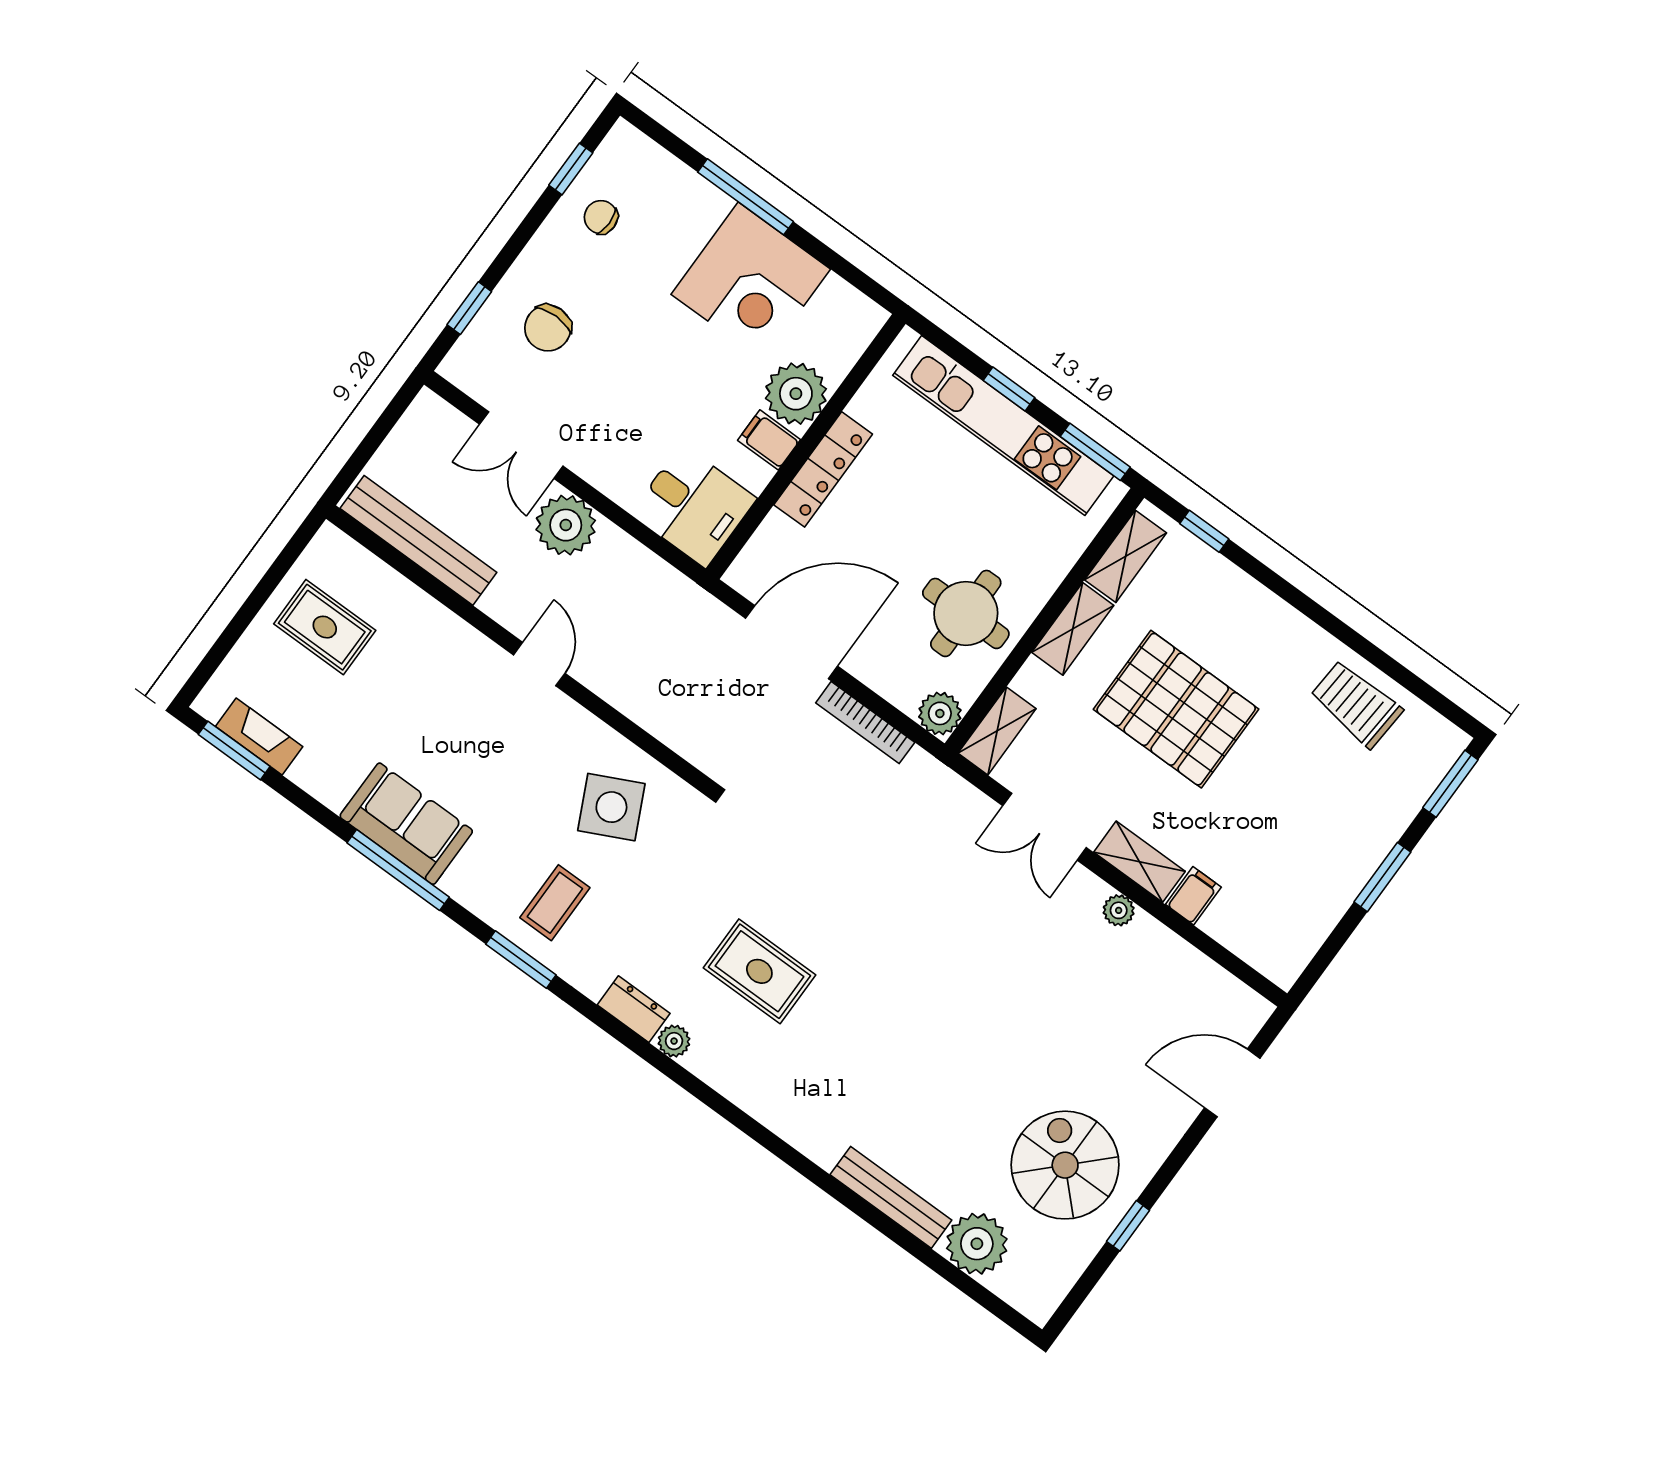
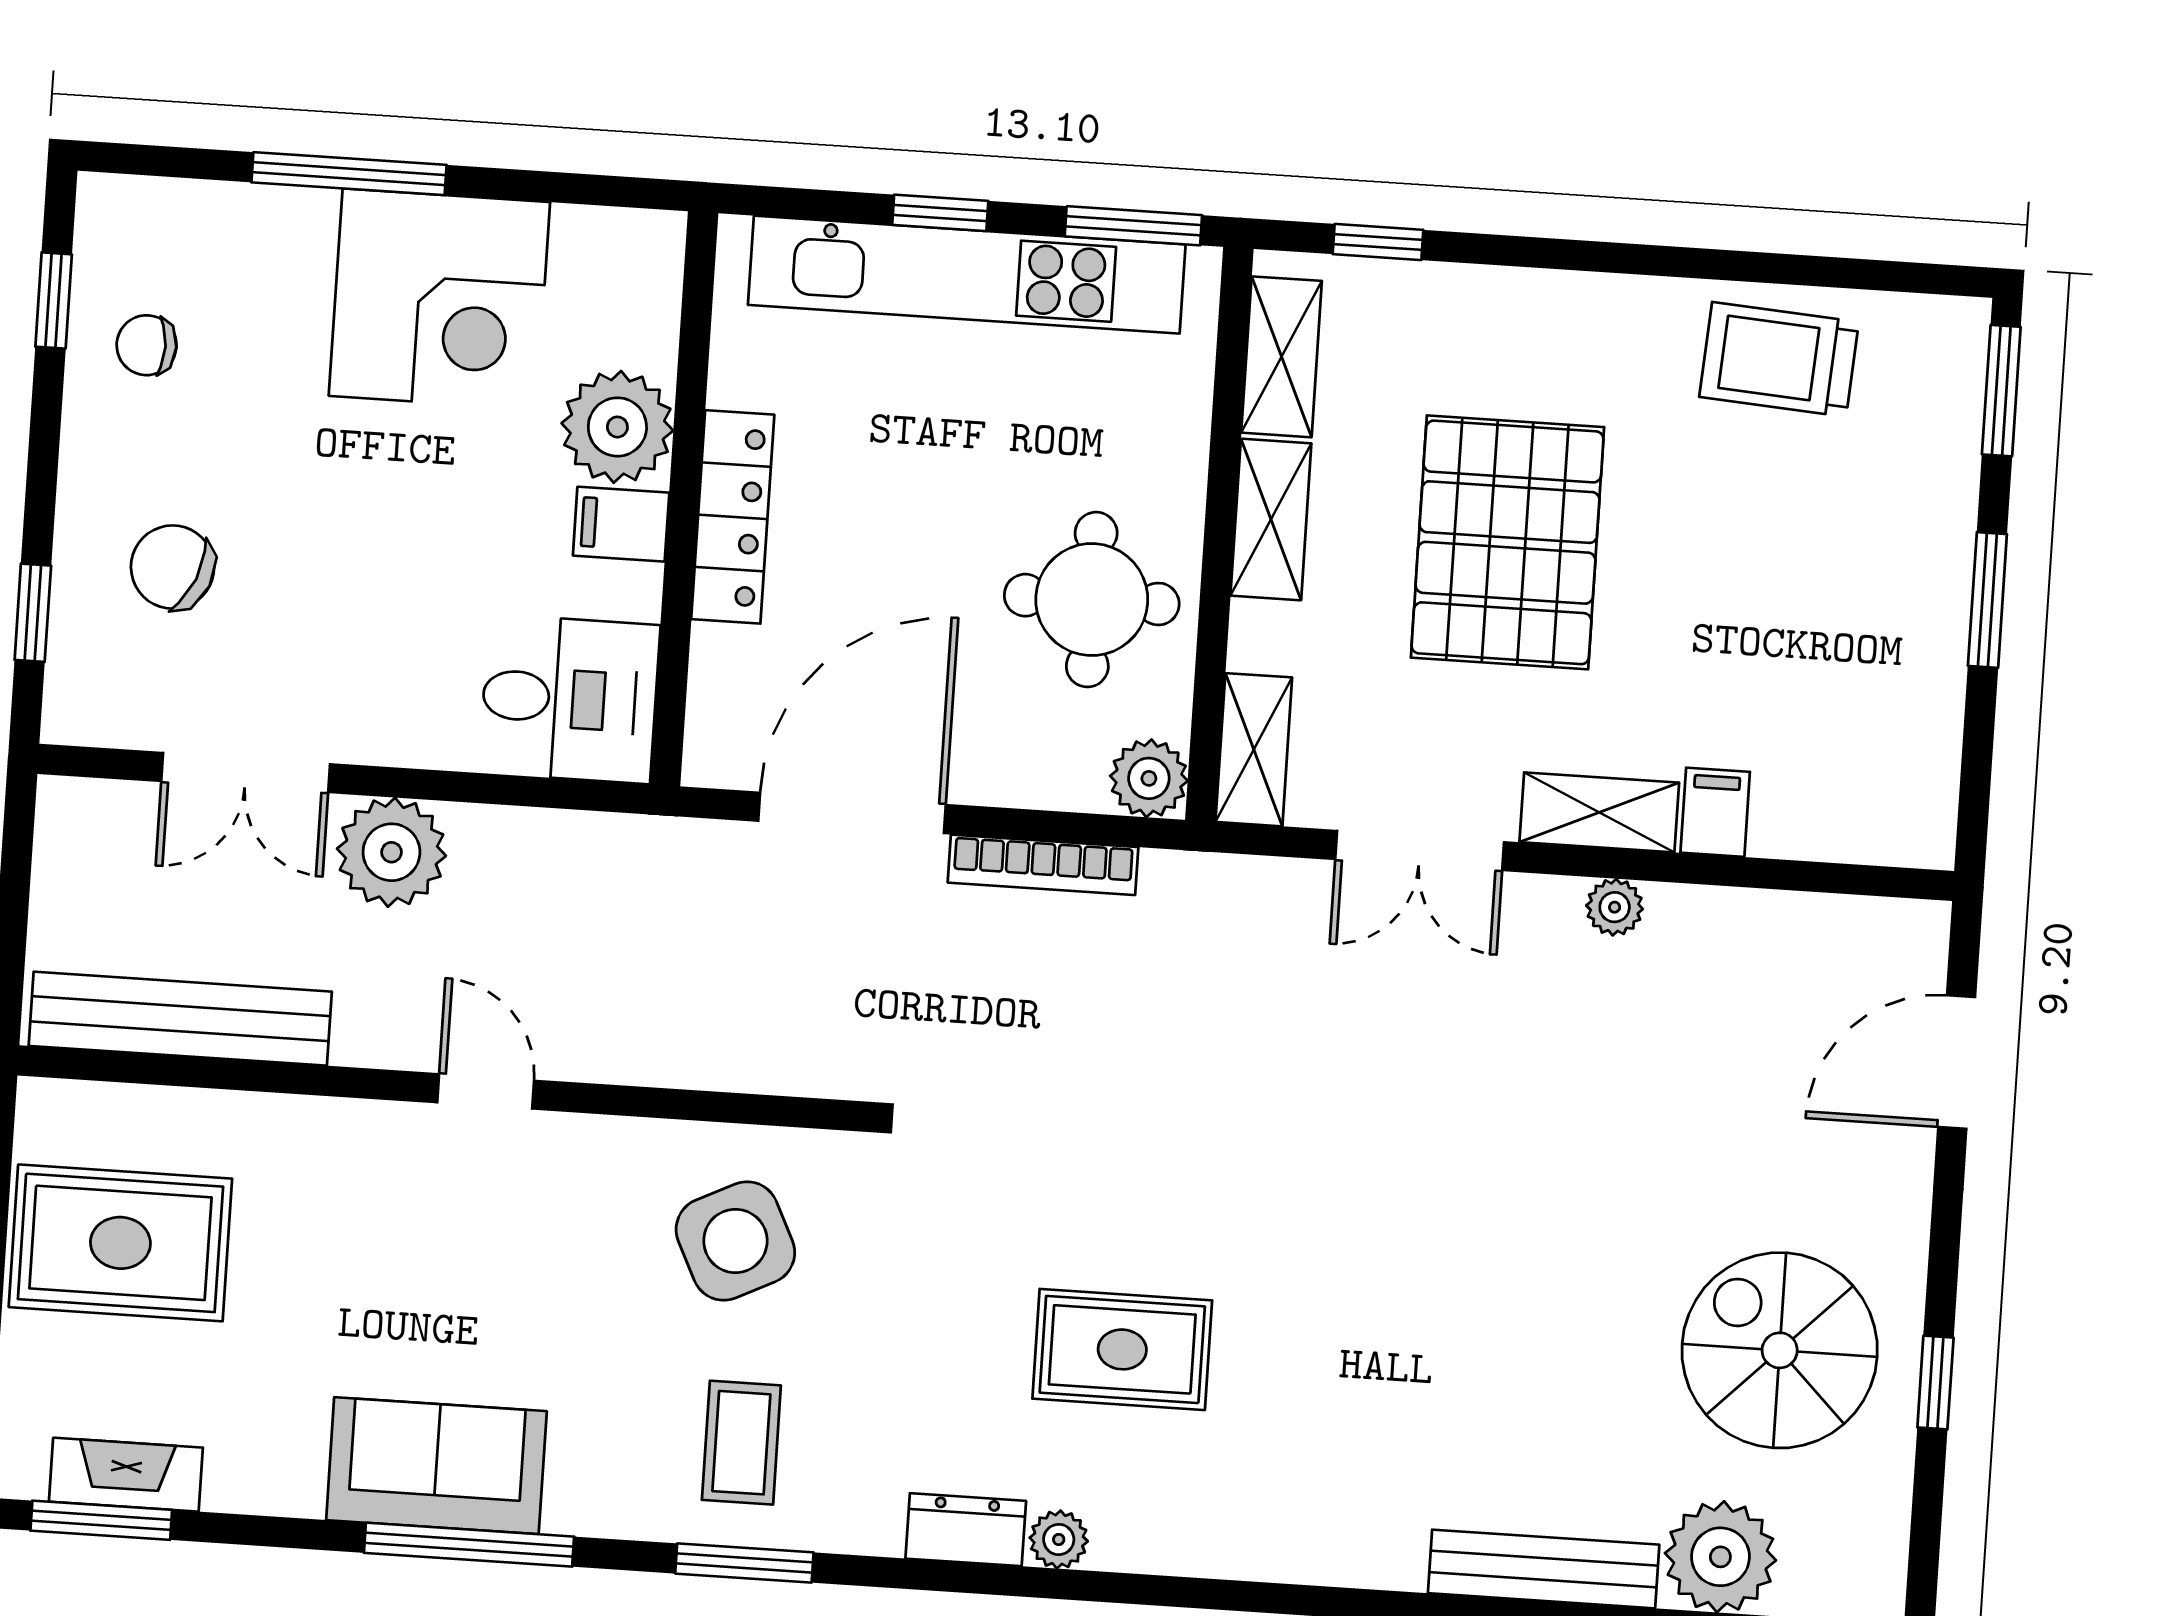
chair: (548, 328) -> (173, 567), turned 113
rug: (325, 627) -> (120, 1243), width x1.36, depth x1.43
pallet: (1176, 709) -> (1507, 542), turned 90

